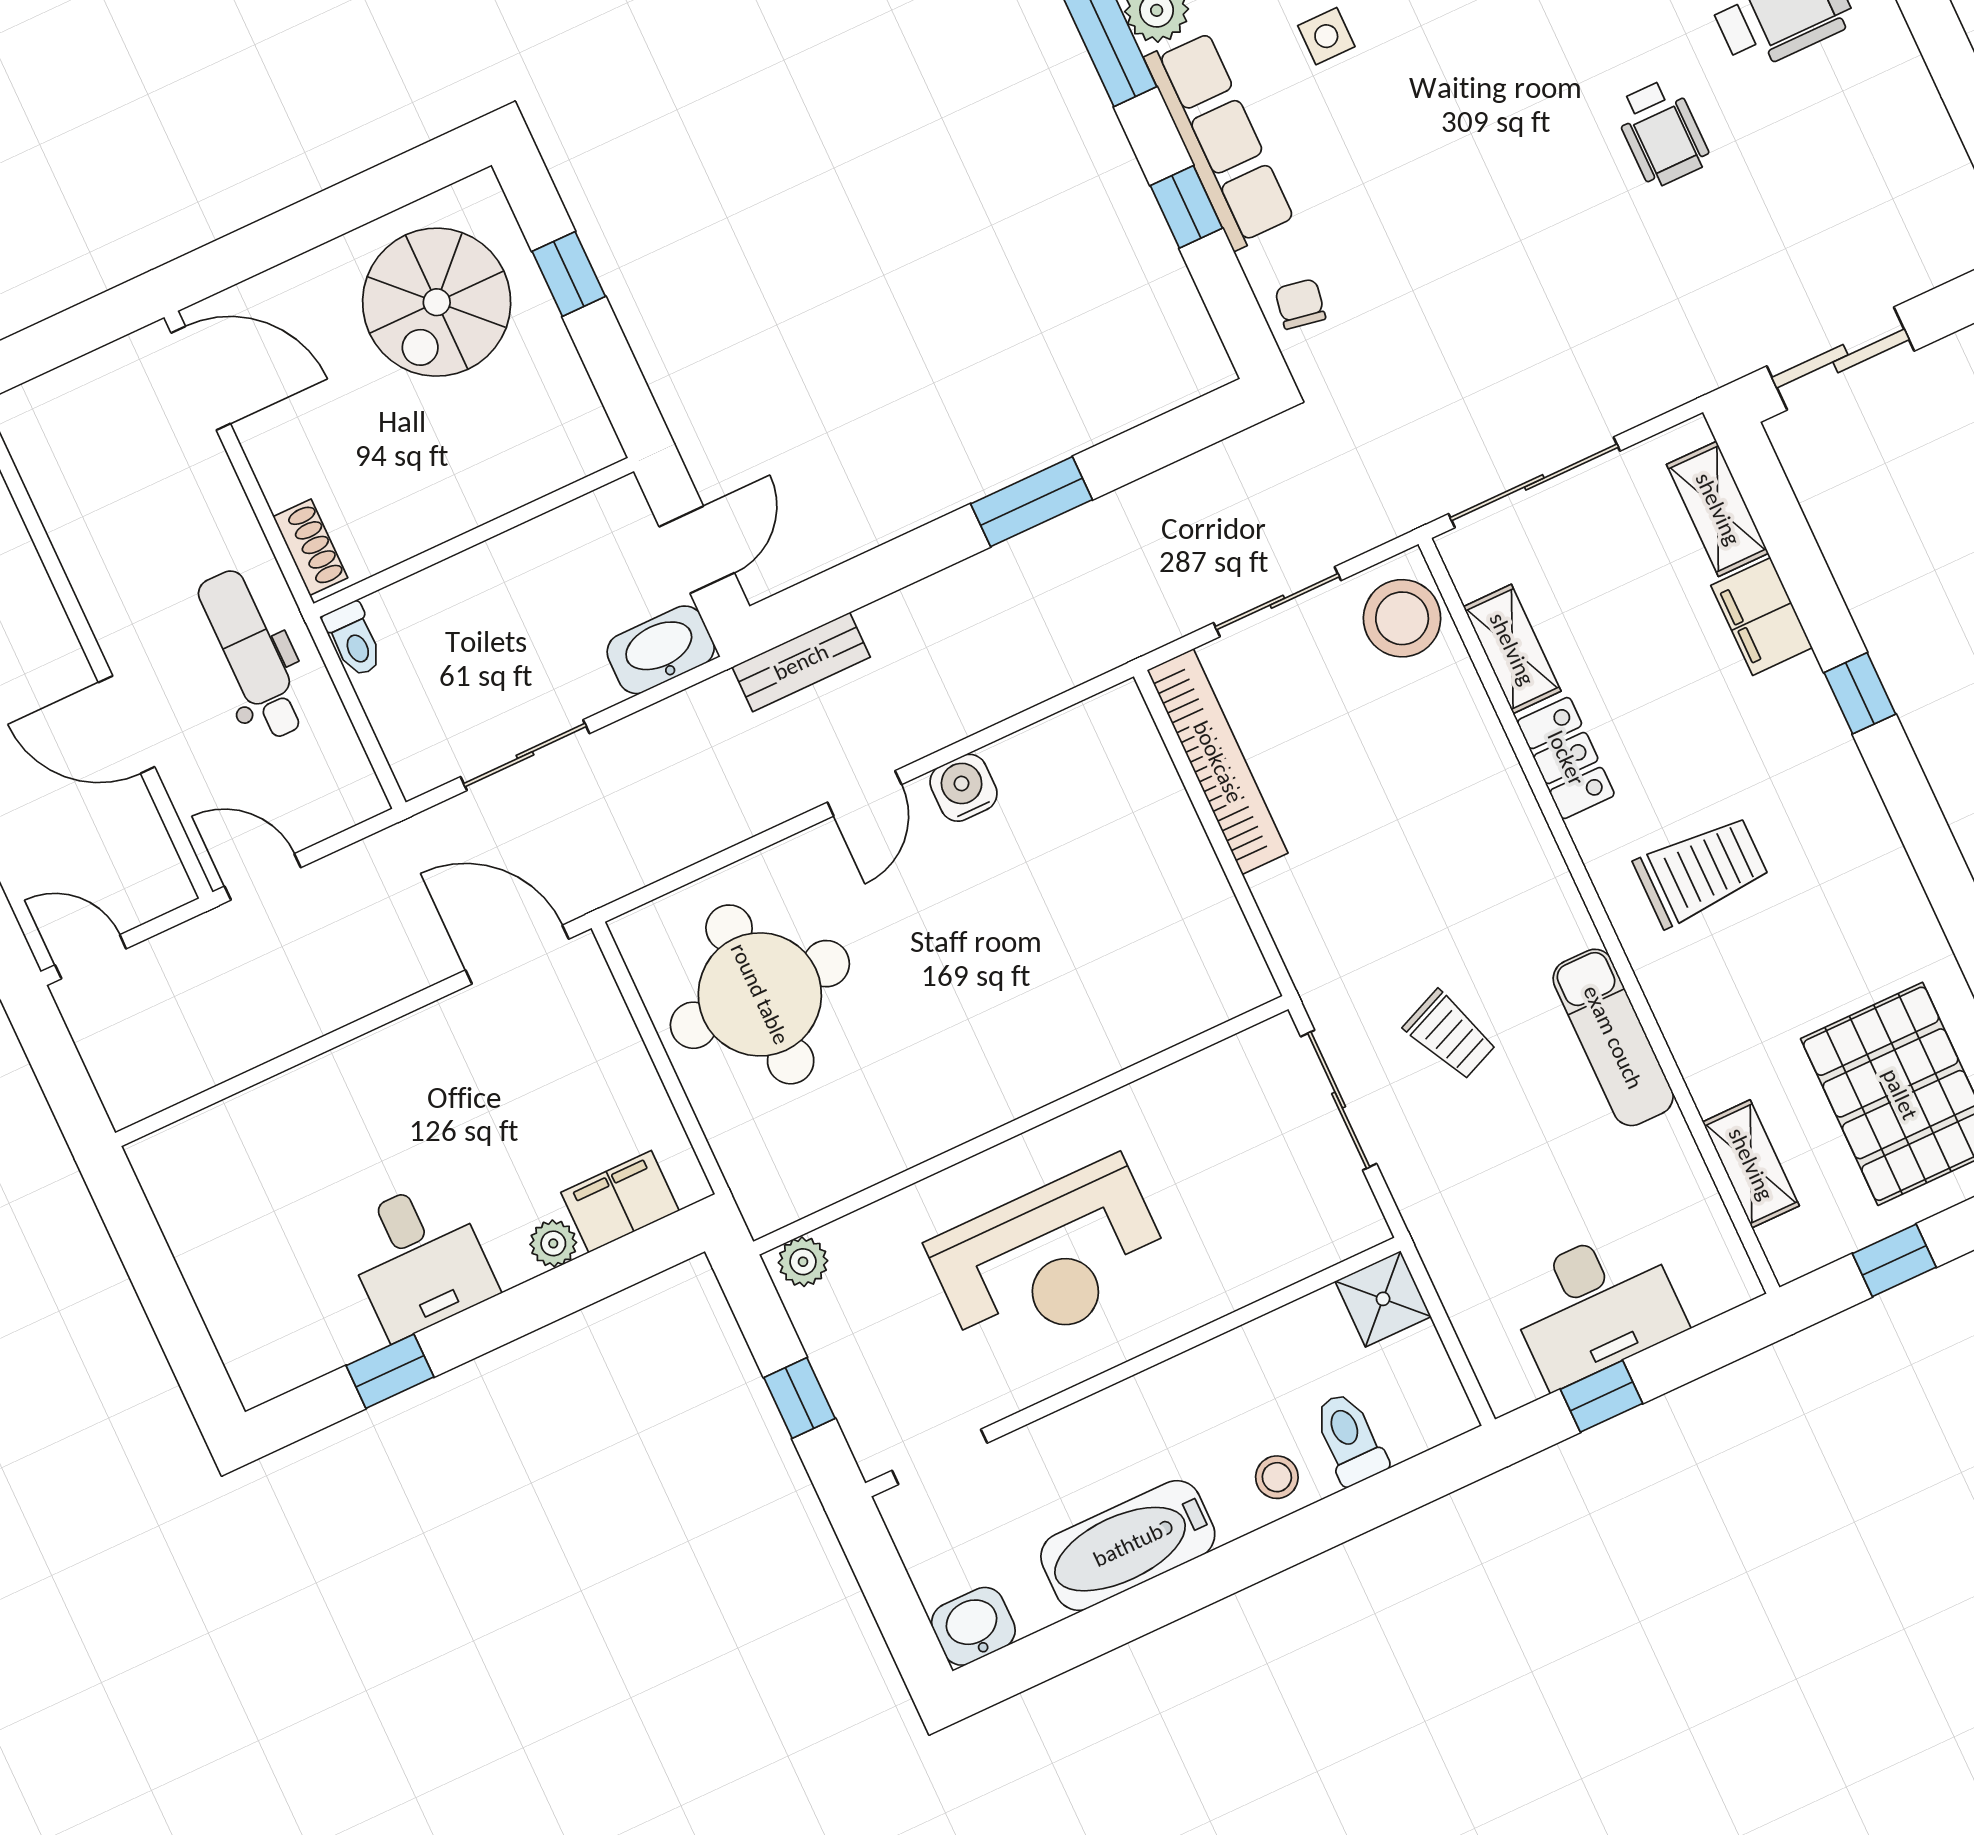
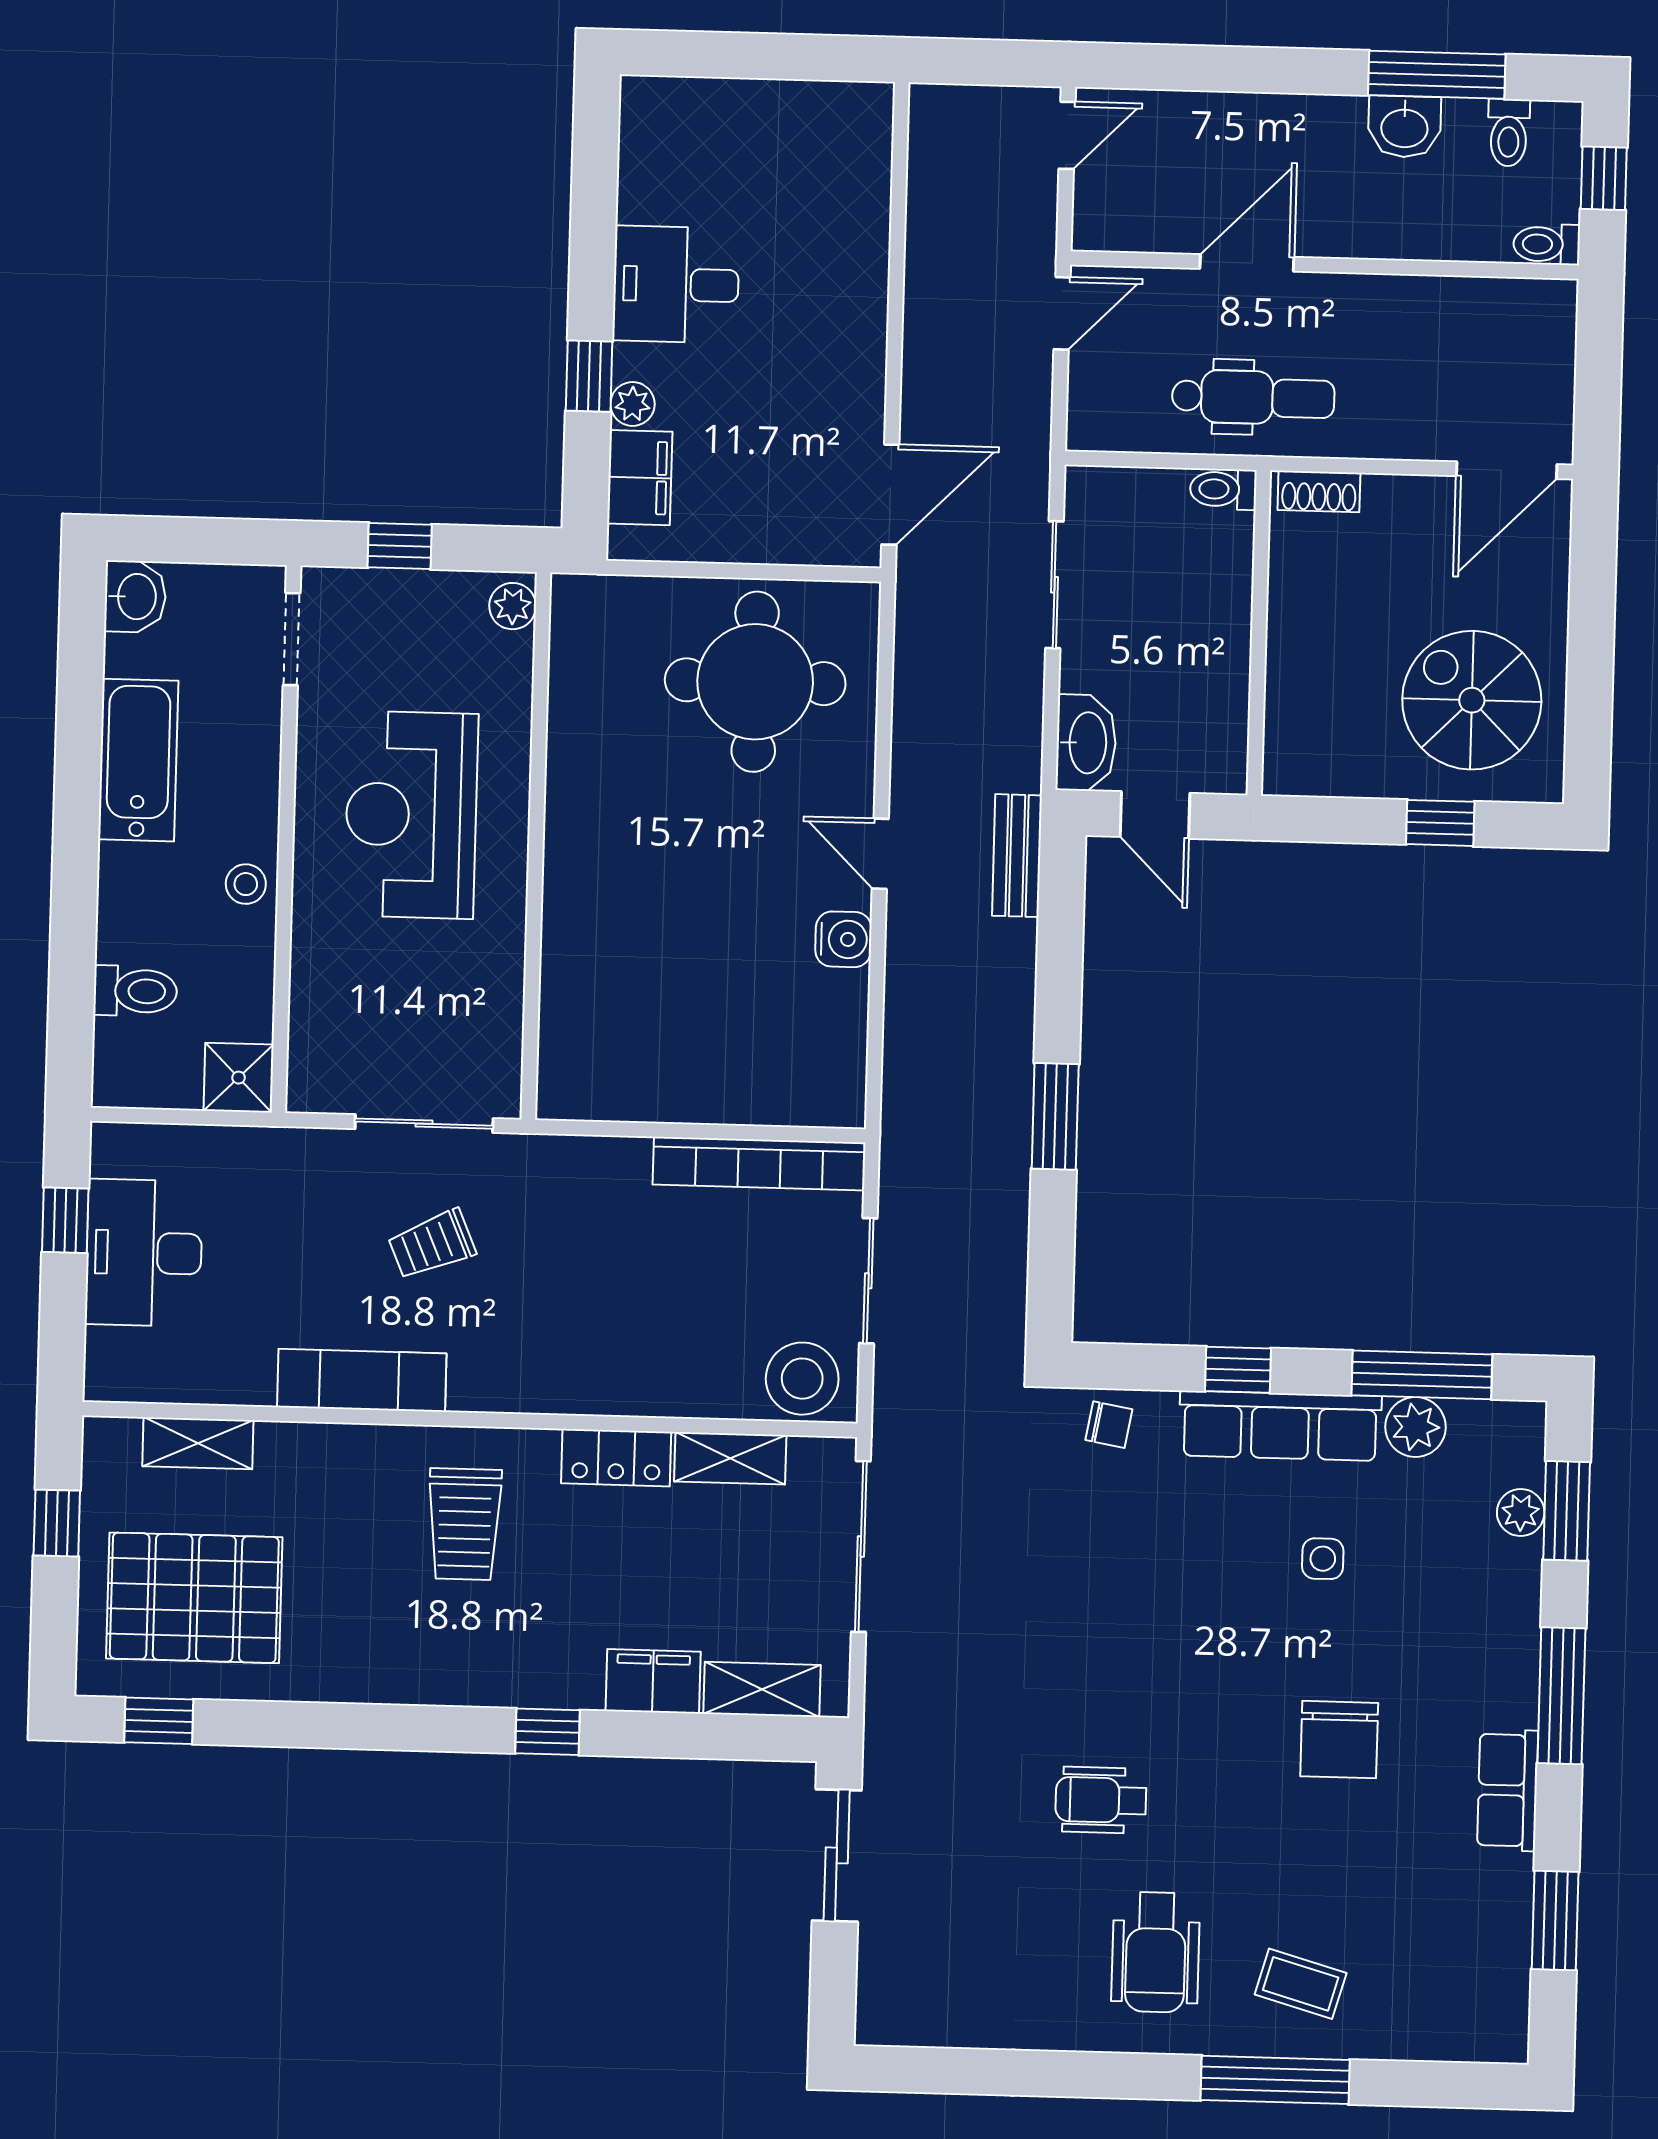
window: (390, 1371) -> (589, 376), moved
stool: (1277, 1477) -> (246, 884), moved

